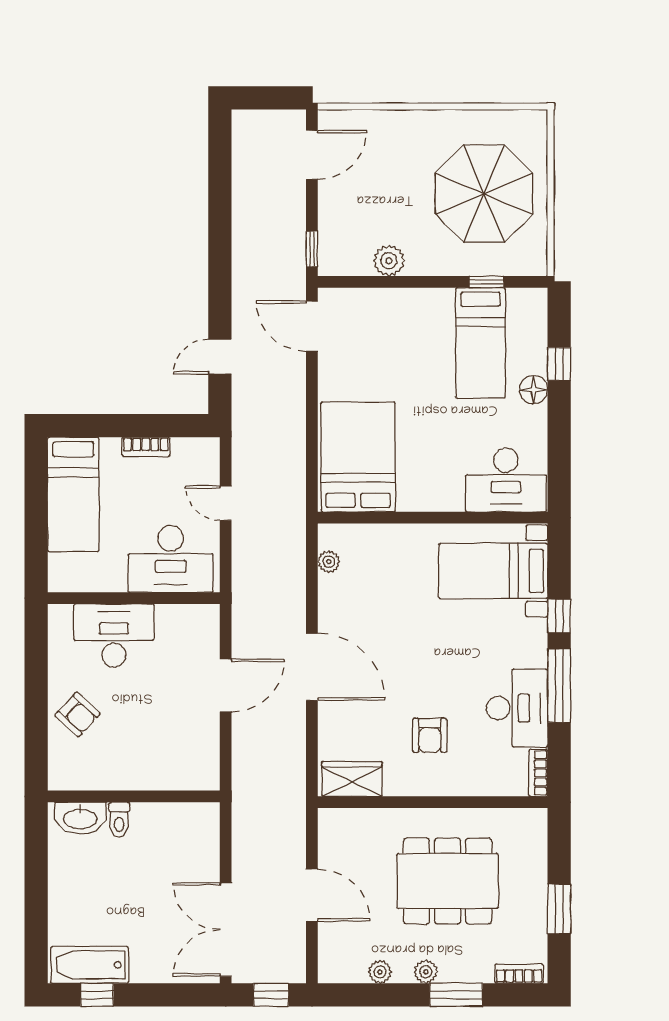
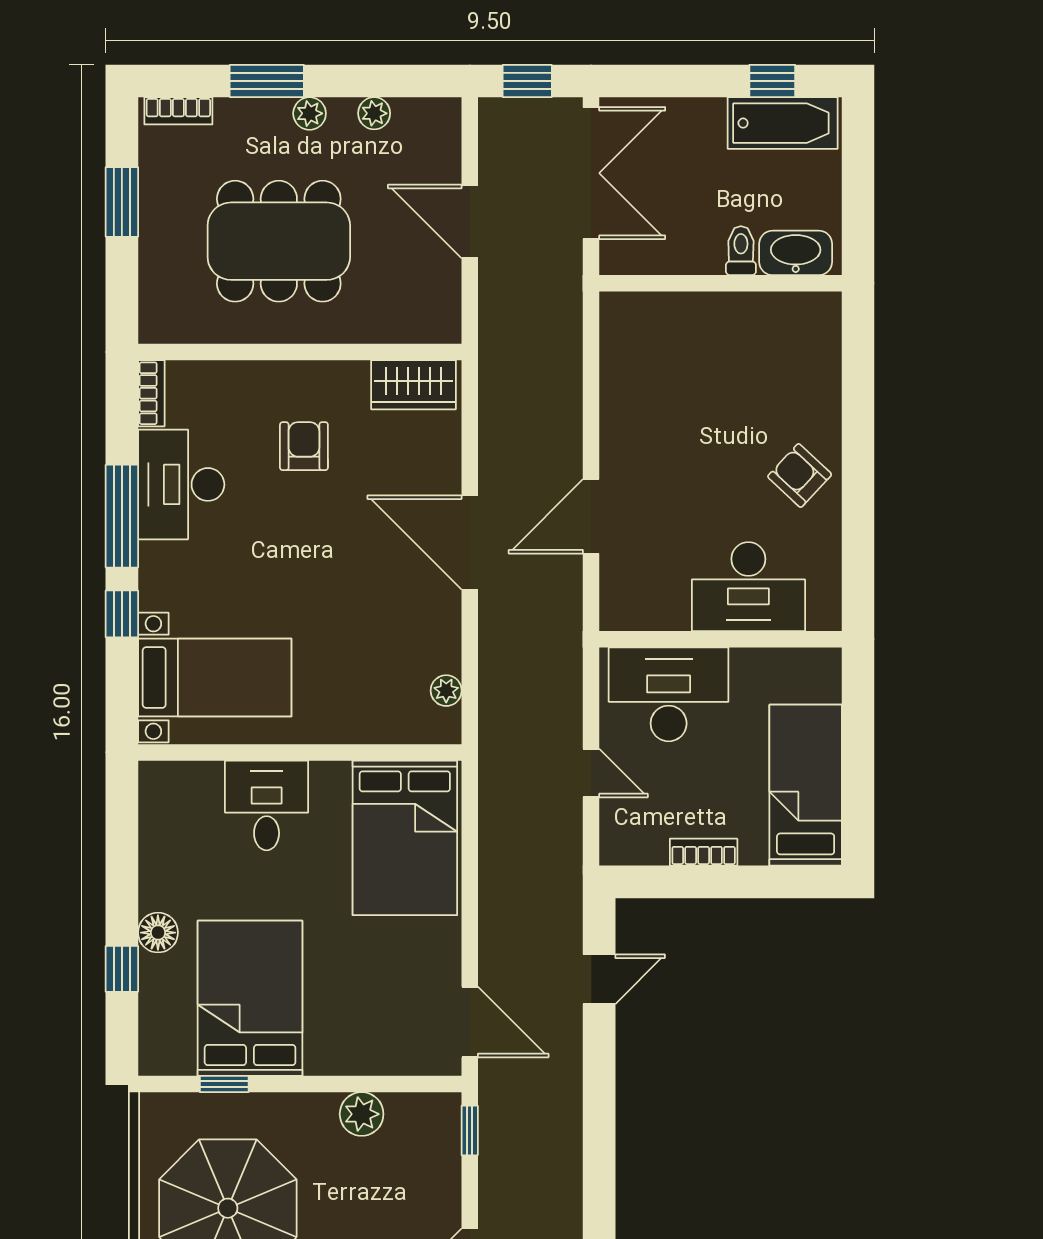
bed: (481, 343) -> (250, 998), width x1.50
desk: (506, 480) -> (267, 805), moved, width x0.73
wall: (134, 796) -> (720, 283), moved
washbasin: (80, 818) -> (796, 253), moved
toilet: (119, 820) -> (741, 251), moved

